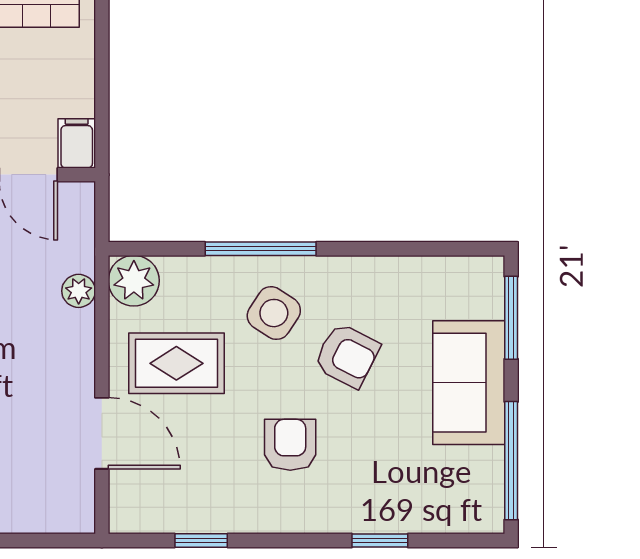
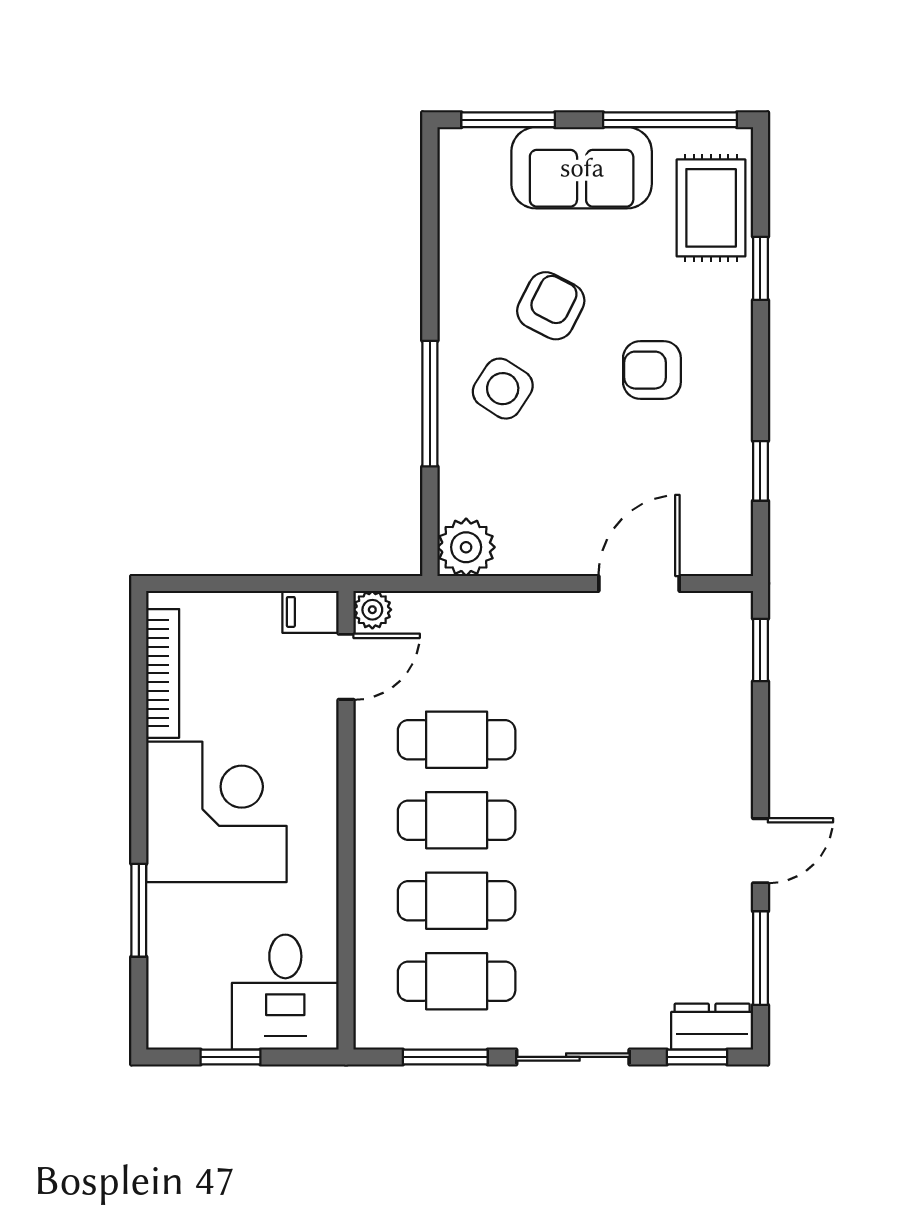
plant: (79, 291) -> (372, 610), moved
rug: (176, 363) -> (711, 208), moved
window: (43, 540) -> (760, 650), added

